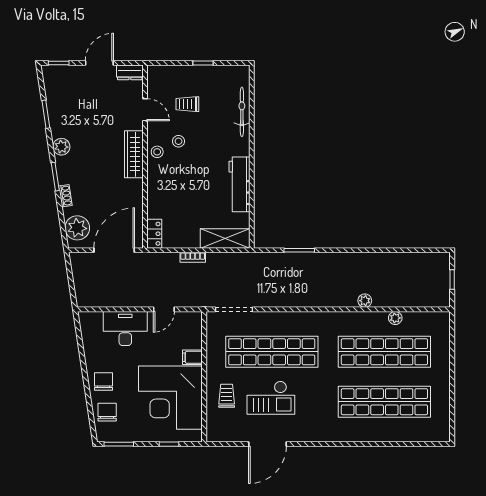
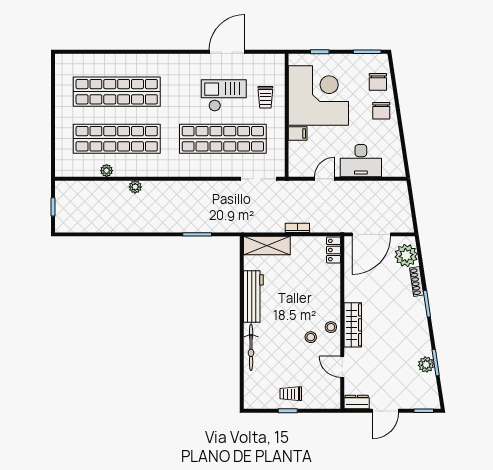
trolley: (187, 104) -> (291, 394), moved, turned 180
bicycle: (242, 112) -> (251, 347), moved
plant: (61, 147) -> (426, 365), moved
shoe rack: (65, 196) -> (417, 281), width x1.43

